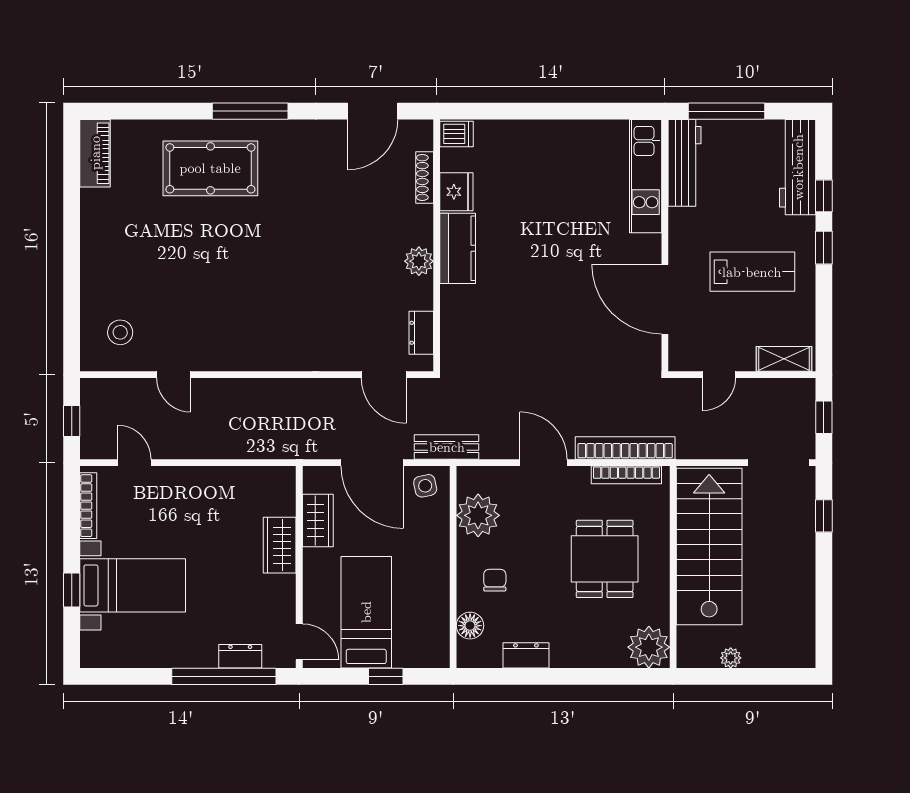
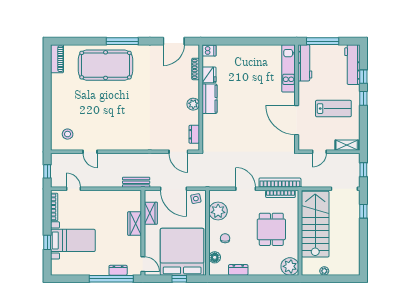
pool table: (210, 168) -> (106, 65), width x1.36, depth x1.32
bench: (447, 447) -> (136, 182), moved
bed: (366, 612) -> (182, 252), width x2.04

